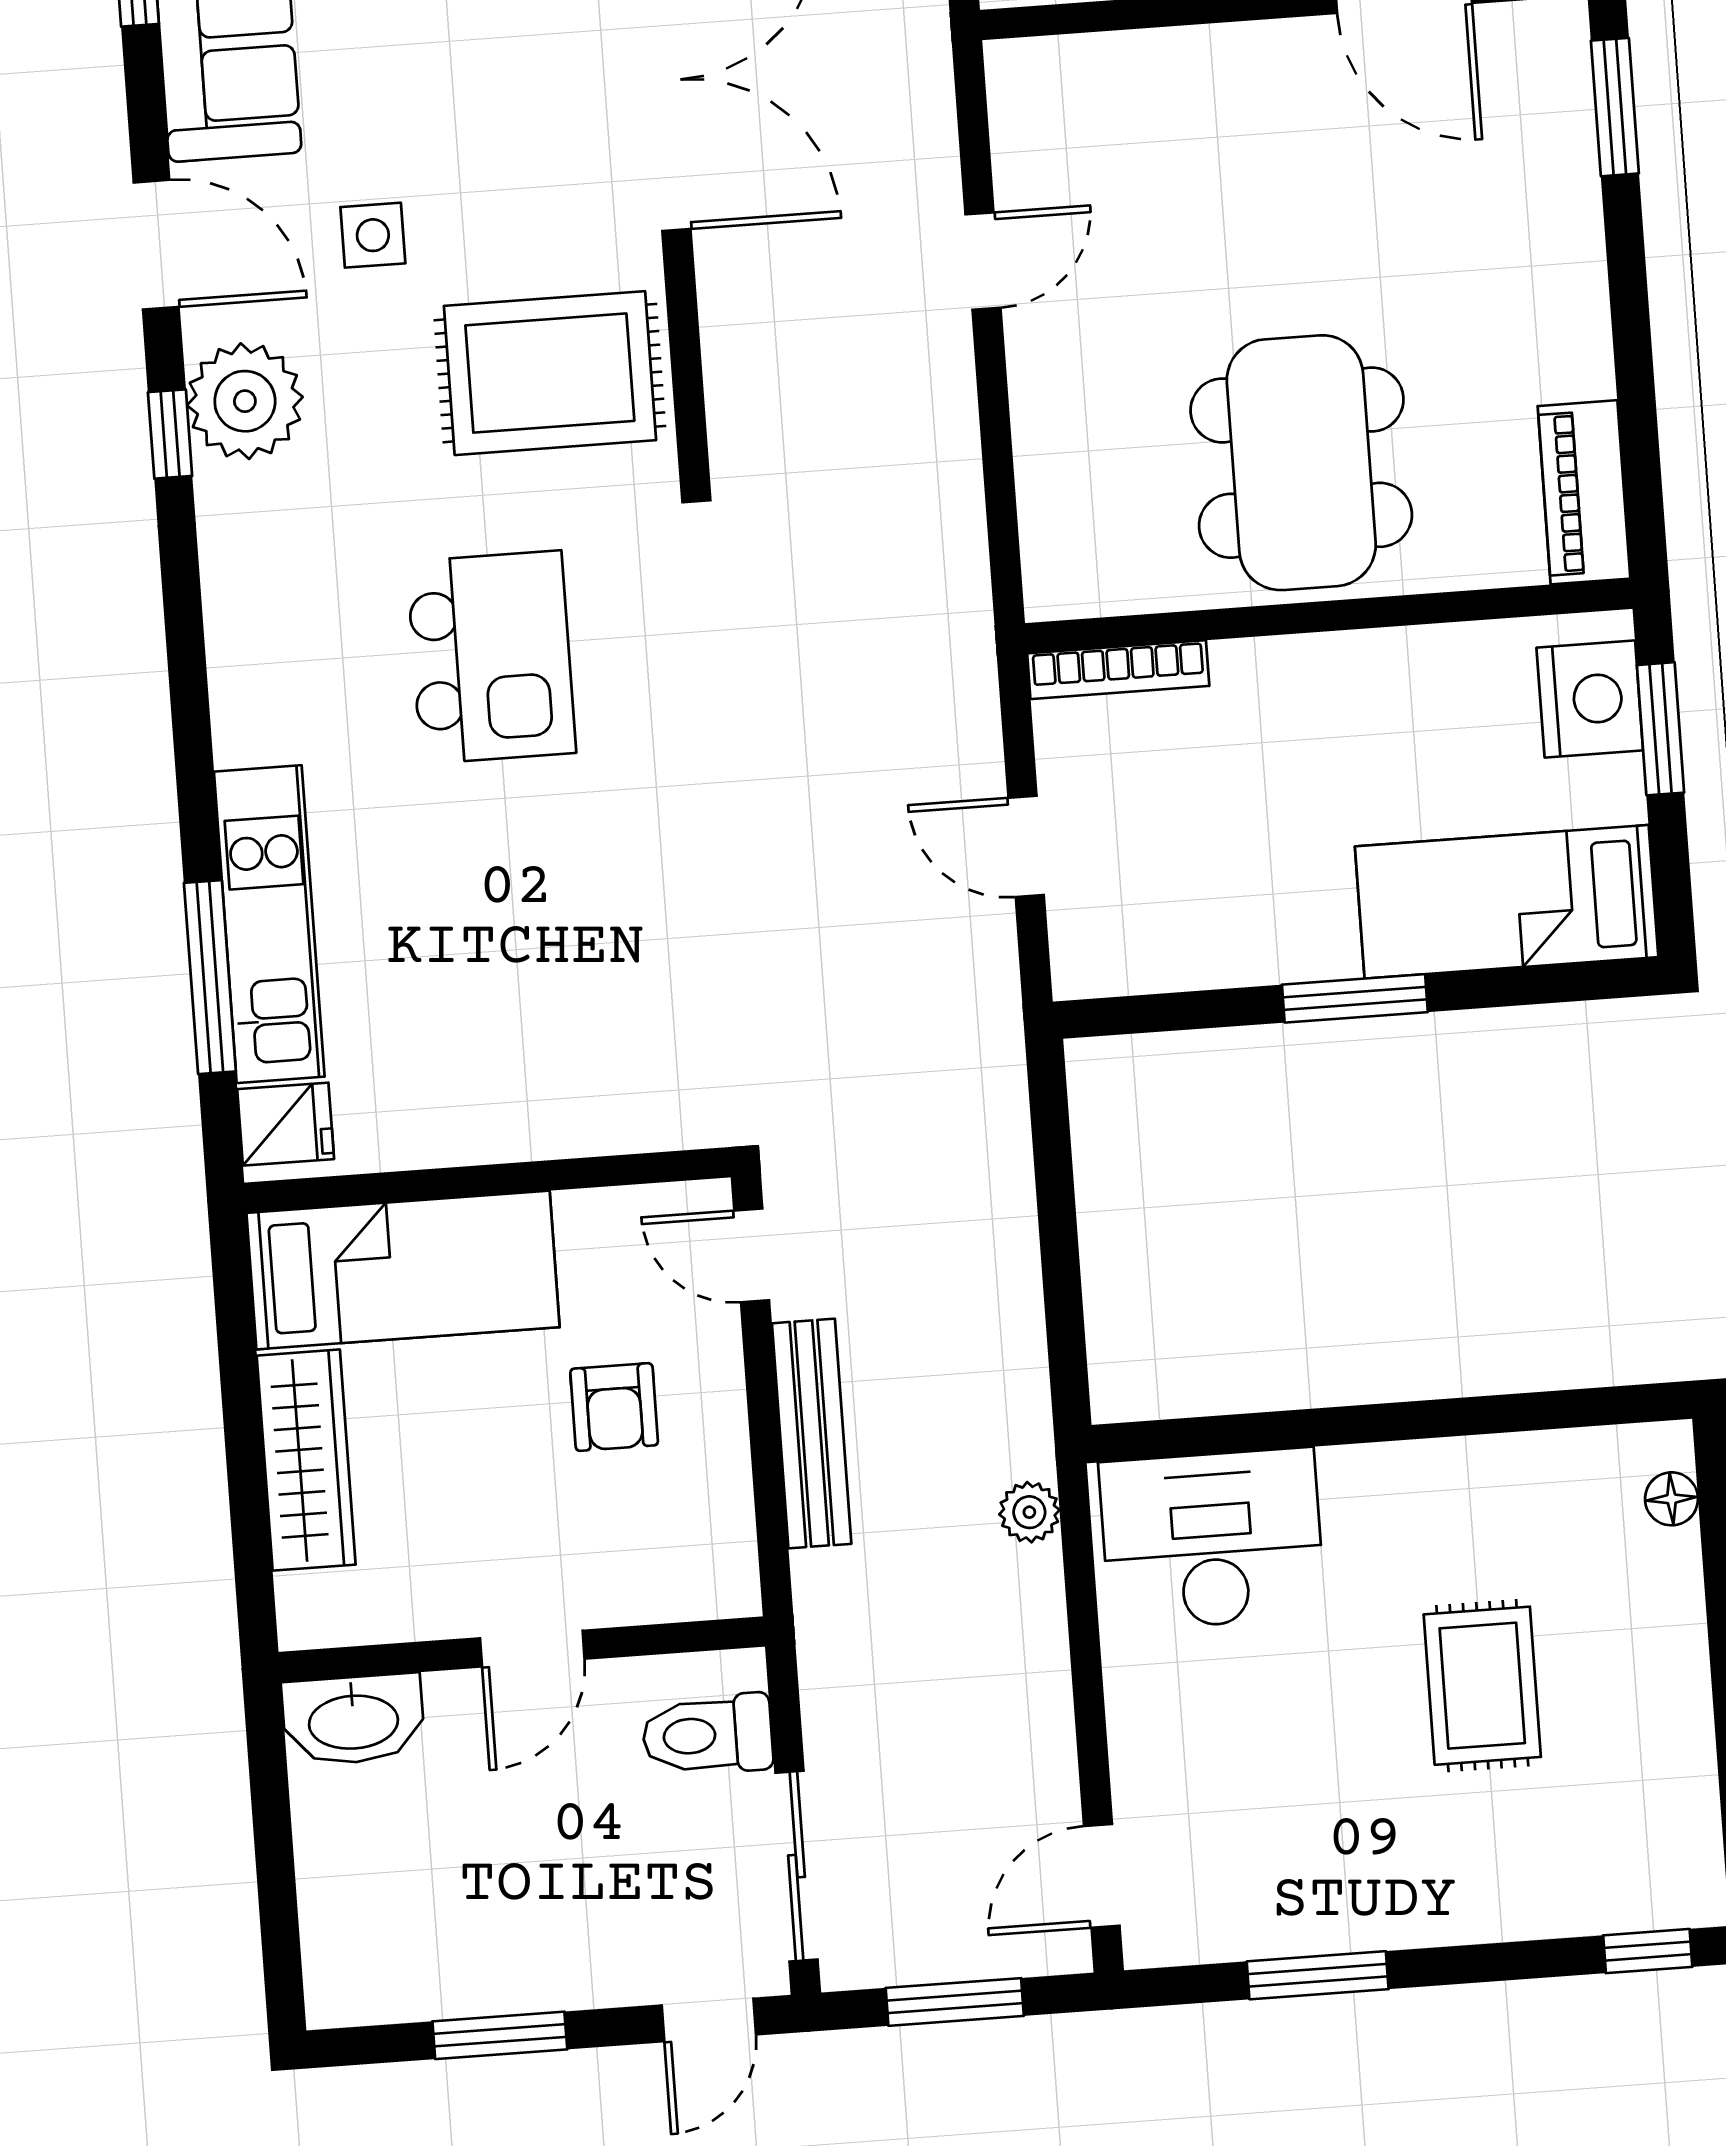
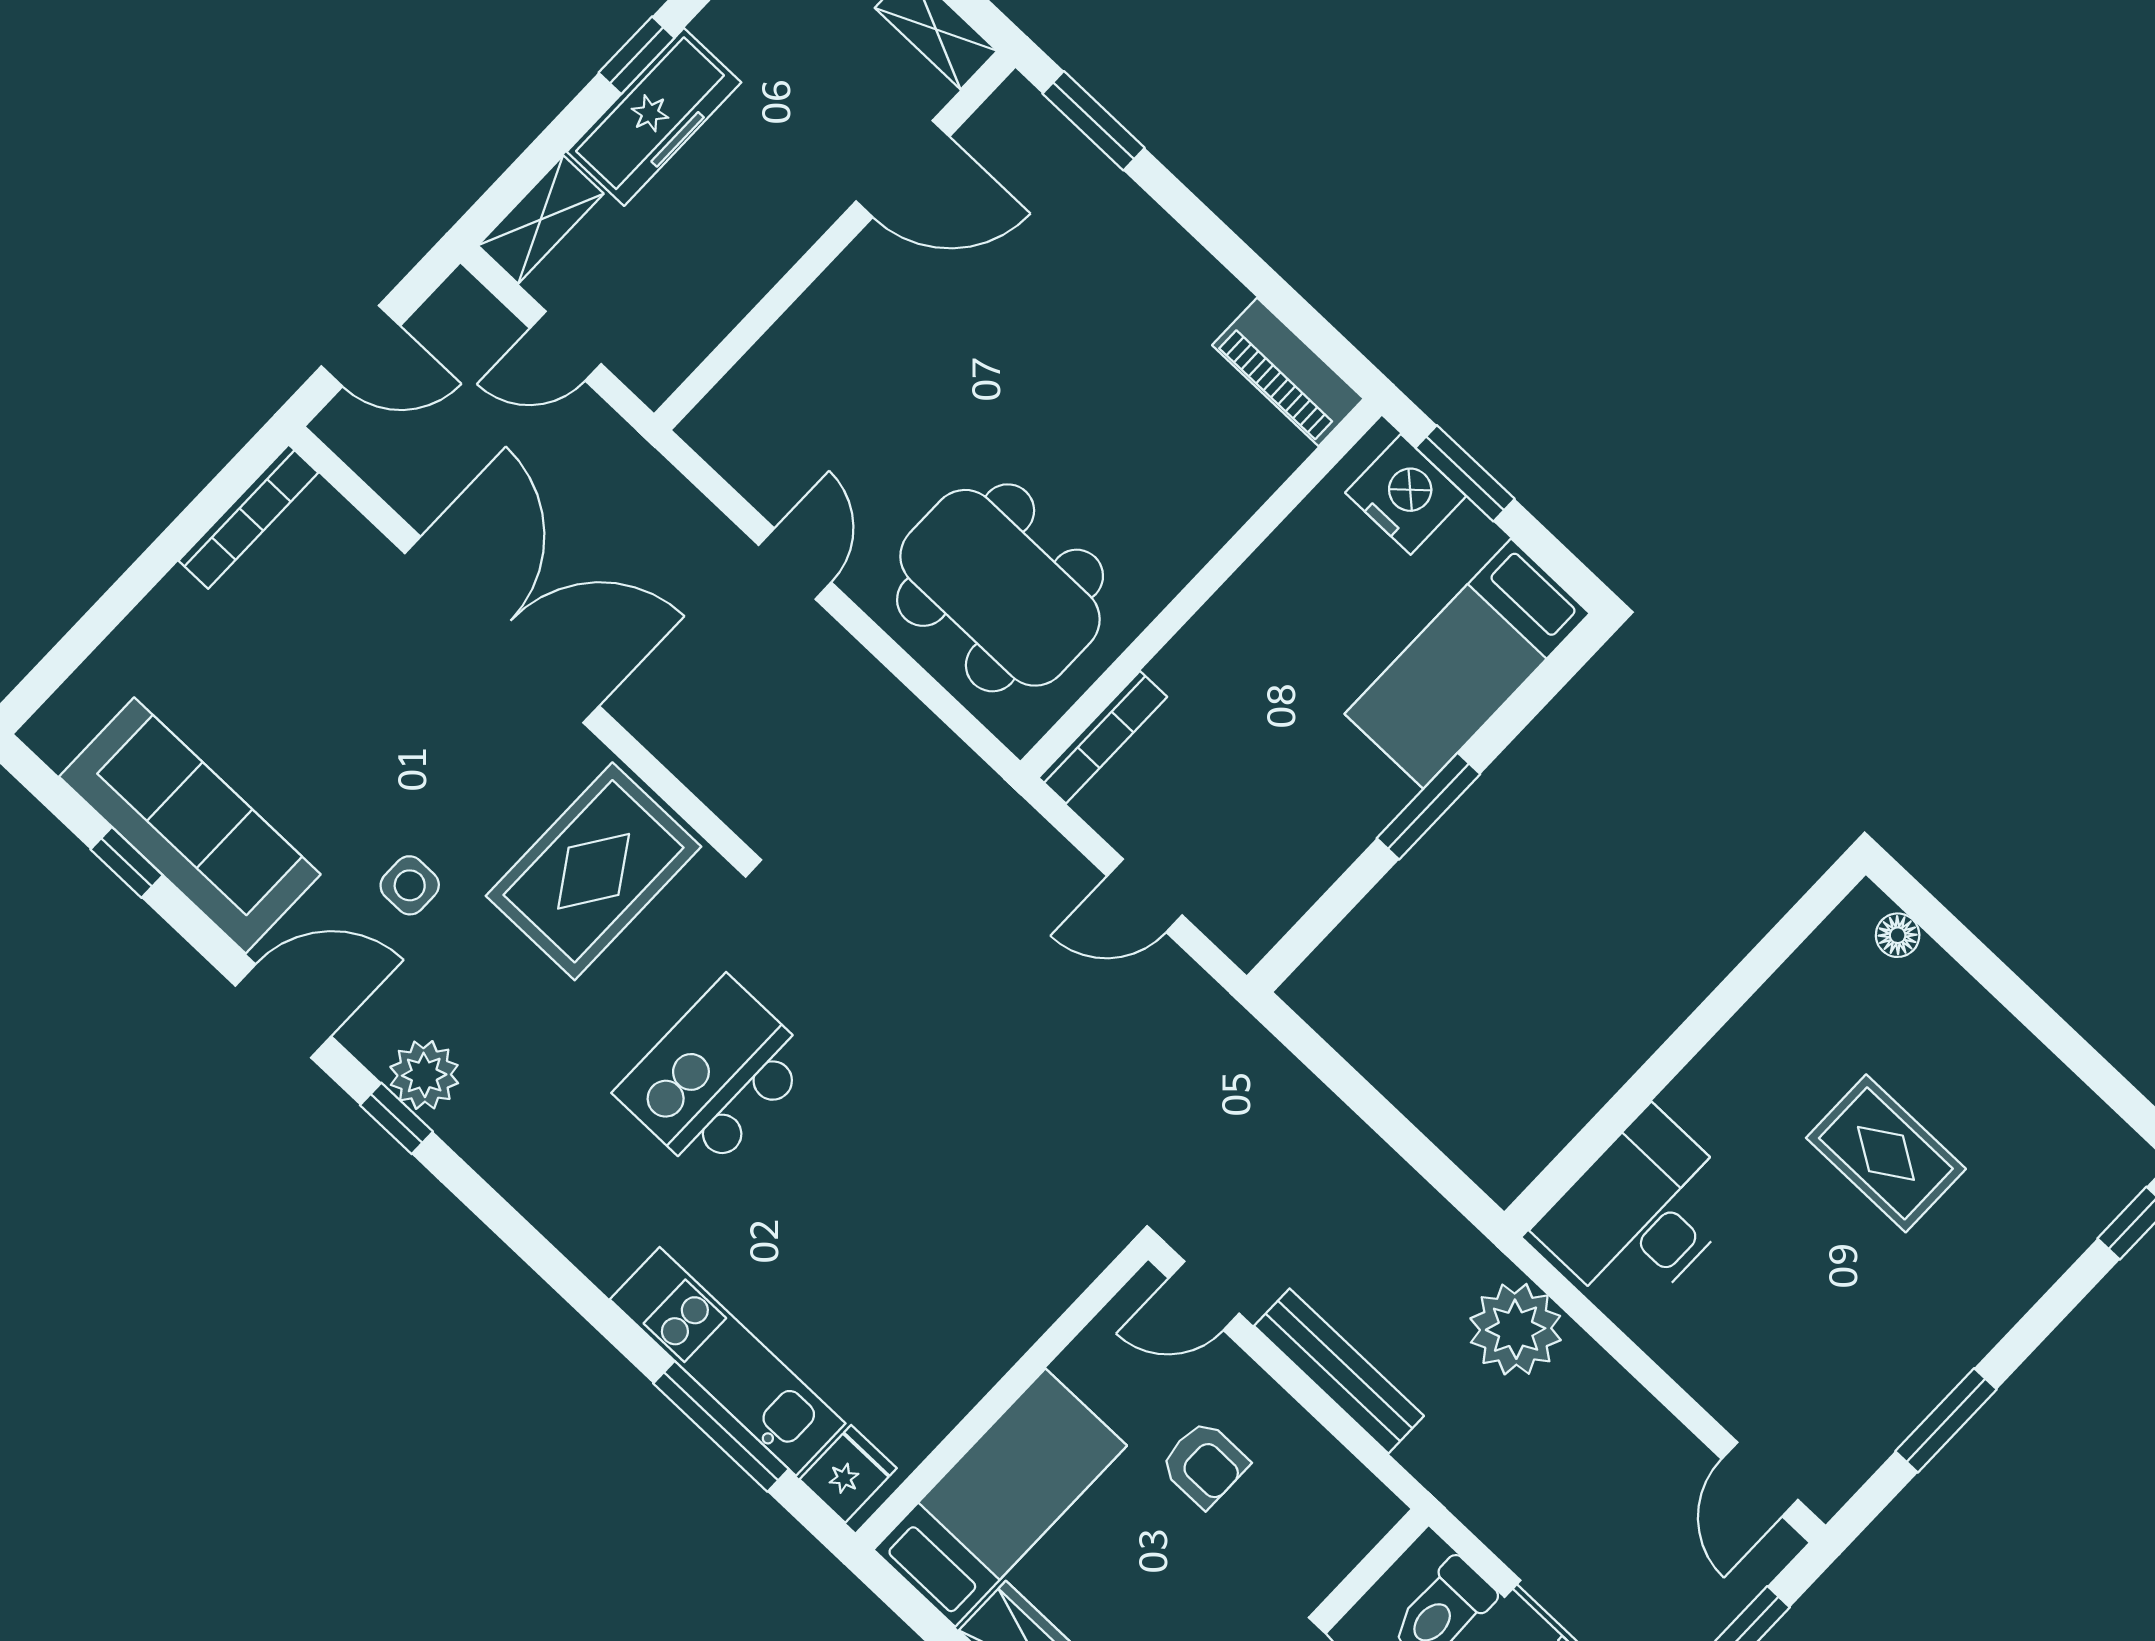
plant: (245, 401) -> (424, 1075), width x0.73, depth x0.73
dining table: (1301, 463) -> (1000, 588), moved
kitchen island: (491, 657) -> (715, 1076), turned -90
plant: (1029, 1512) -> (1516, 1329), width x1.87, depth x1.87

